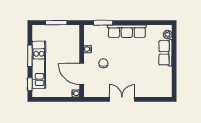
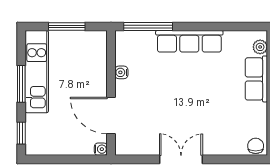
window: (103, 23) -> (148, 27), width x1.44
chair: (103, 63) -> (256, 146), moved
kitchen unit: (39, 65) -> (37, 72), moved

